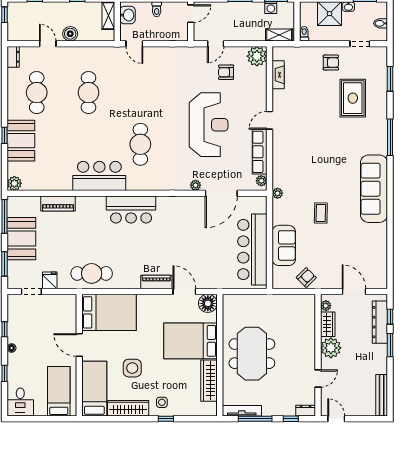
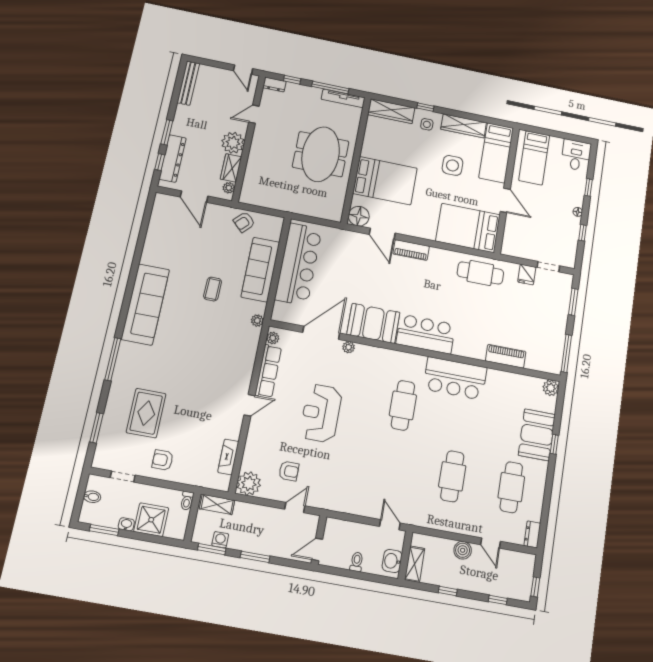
reception desk: (209, 125) -> (321, 413), width x0.74, depth x0.77
booth: (21, 239) -> (373, 323), moved, turned 90
sofa: (284, 245) -> (260, 270), width x1.36
wardrobe: (209, 381) -> (391, 111), moved, turned 90

